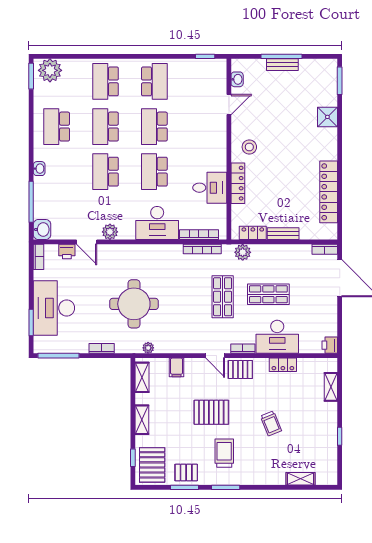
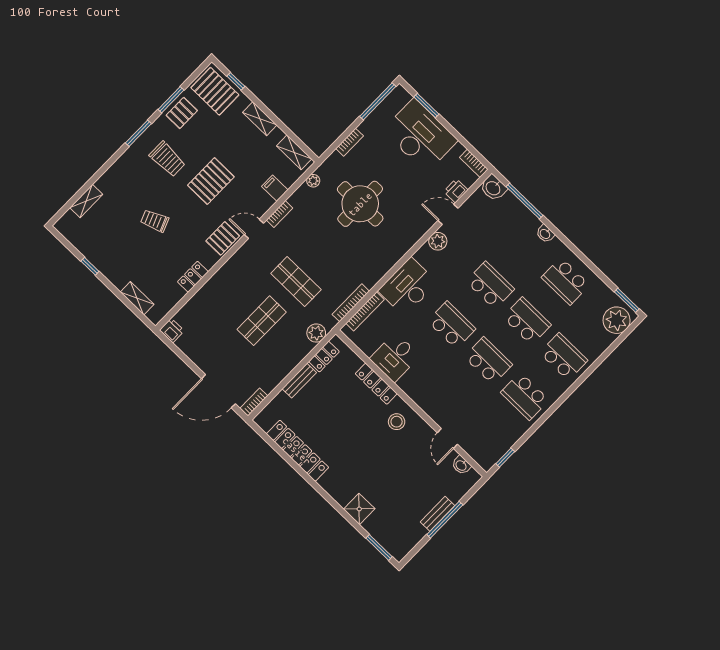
school desk: (57, 127) -> (566, 281), turned 180
desk: (277, 337) -> (220, 294), removed
bookcase: (243, 349) -> (279, 214), moved

